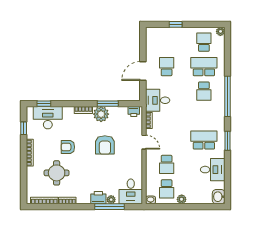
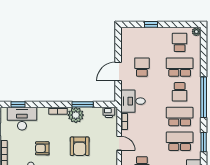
school desk: (204, 116) -> (180, 117), added

